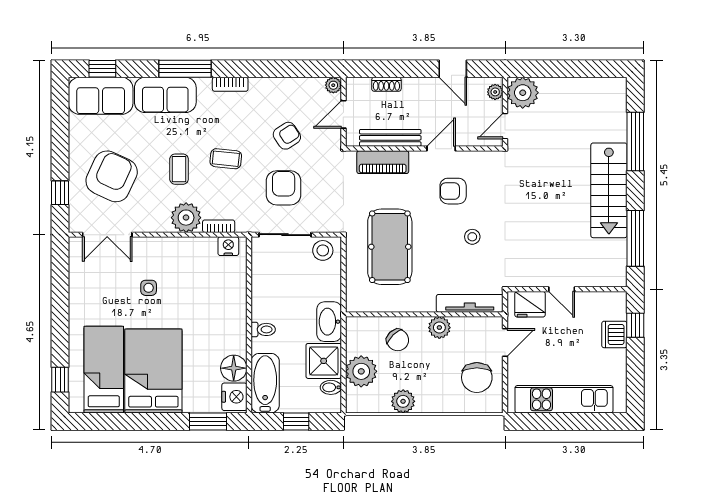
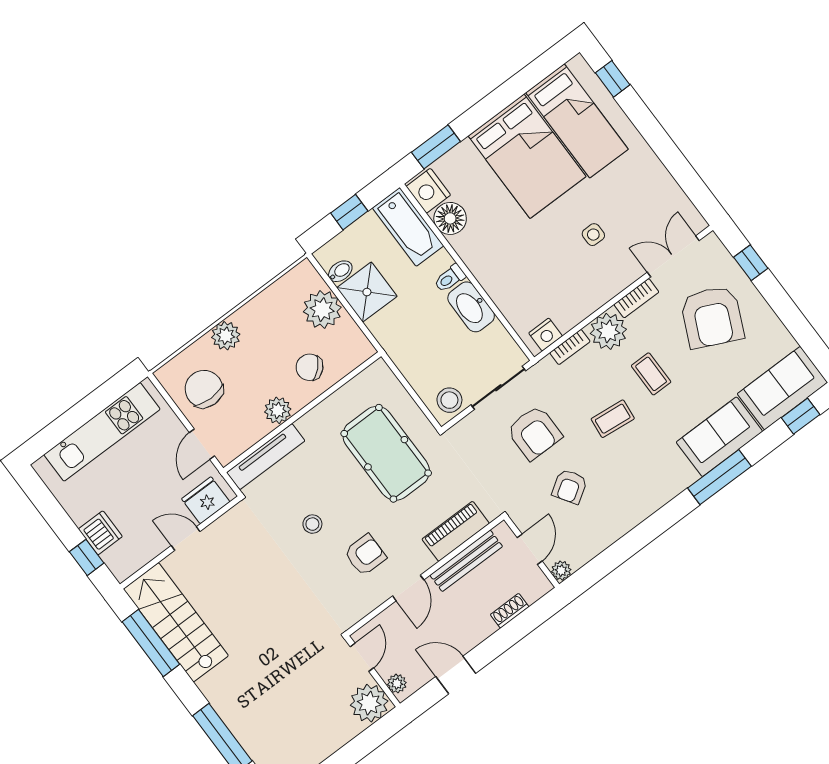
bookcase: (230, 84) -> (636, 298), moved, turned 180
stairs: (609, 190) -> (176, 622), moved
washbasin: (329, 322) -> (471, 307), moved, turned 180
plant: (403, 401) -> (226, 336), moved

